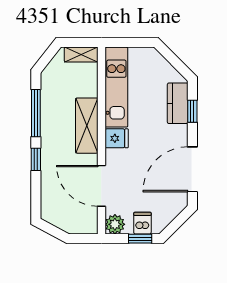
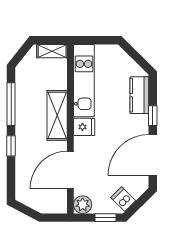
window: (192, 111) -> (153, 116), moved
door: (101, 186) -> (70, 170), hinge flipped
dishwasher: (142, 223) -> (123, 199), moved, turned -45

